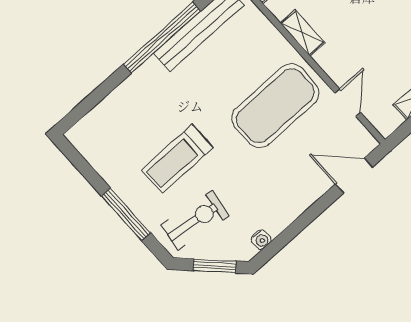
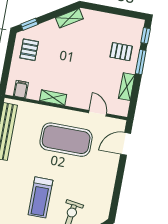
exercise mat: (275, 106) -> (66, 140), turned 90
water cooler: (261, 240) -> (106, 205), removed

